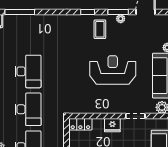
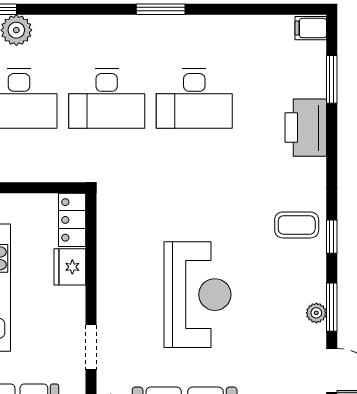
window: (20, 12) -> (332, 79), width x0.69
printer: (40, 23) -> (306, 128), added
coffee table: (100, 29) -> (297, 225), moved
fridge: (112, 125) -> (70, 267), moved

